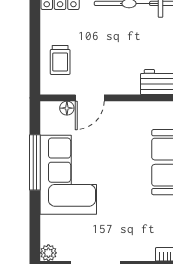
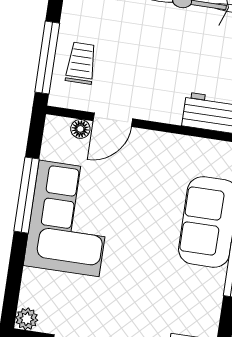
window: (35, 60) -> (47, 58), added
trolley: (60, 60) -> (81, 63), turned 180

